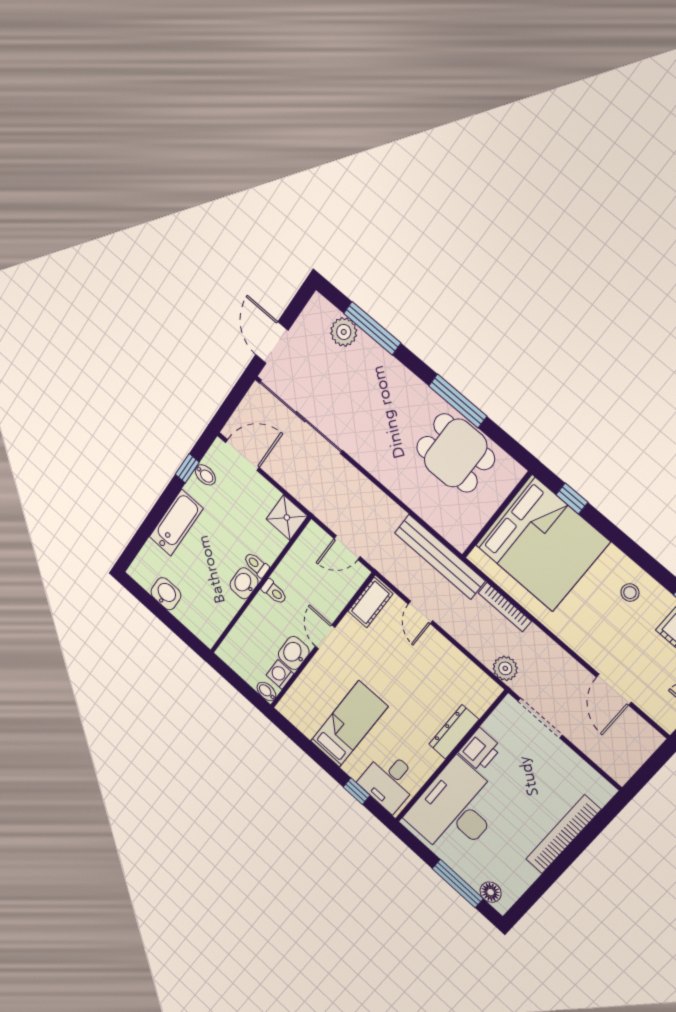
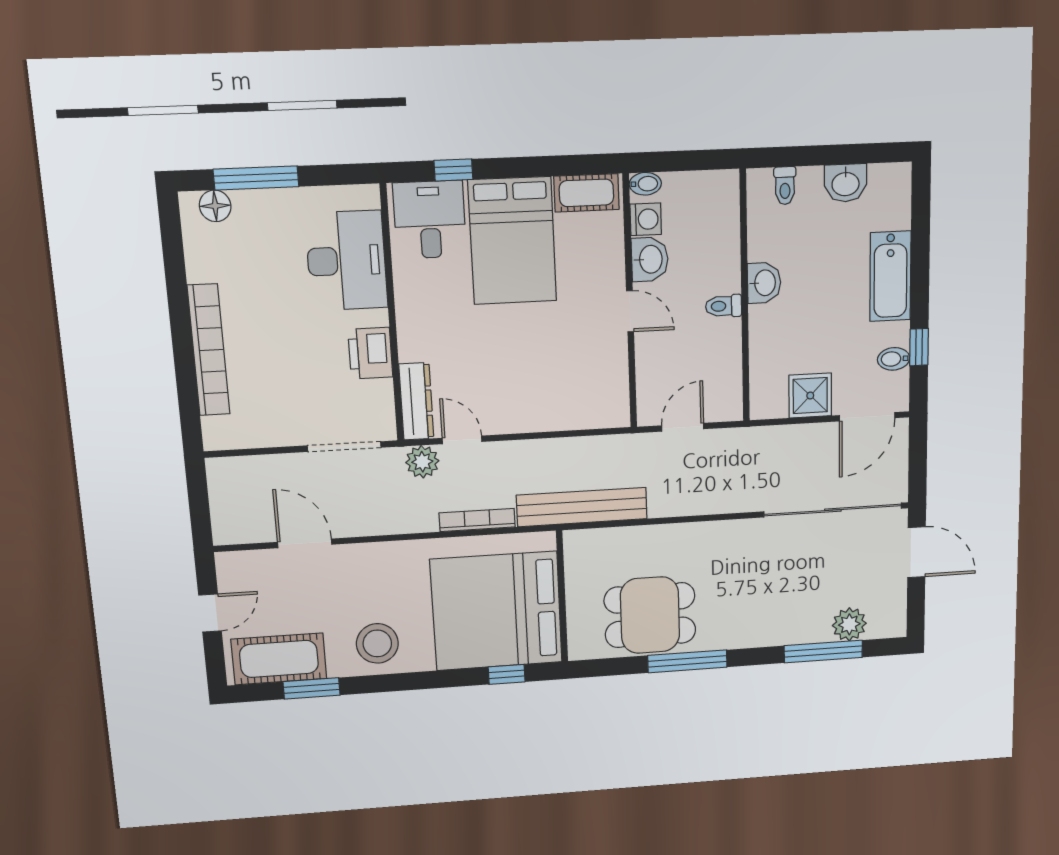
shower: (287, 517) -> (810, 396), moved
toilet: (256, 565) -> (785, 186), moved, turned 90
stool: (630, 593) -> (377, 643), width x1.89, depth x1.89
cot: (370, 602) -> (586, 193), moved, turned 90
door: (420, 612) -> (462, 440), moved
bed: (349, 724) -> (512, 241), width x1.50
dresser: (454, 732) -> (416, 401), moved
desk: (455, 810) -> (346, 261), width x0.73, depth x0.77

